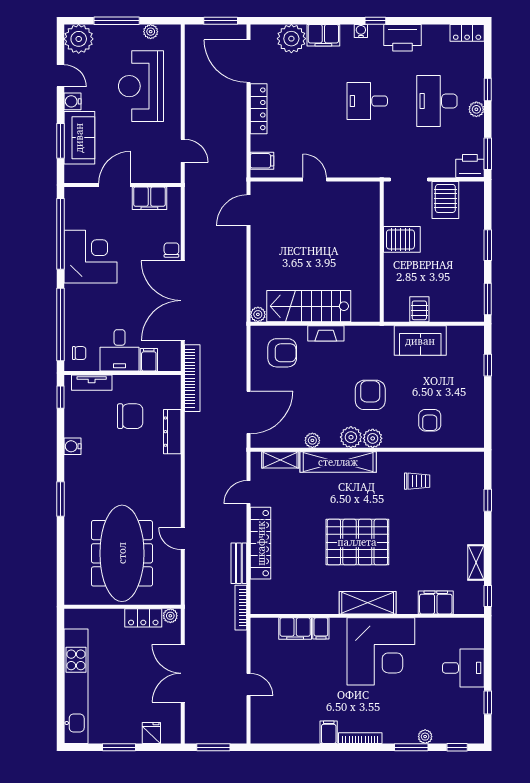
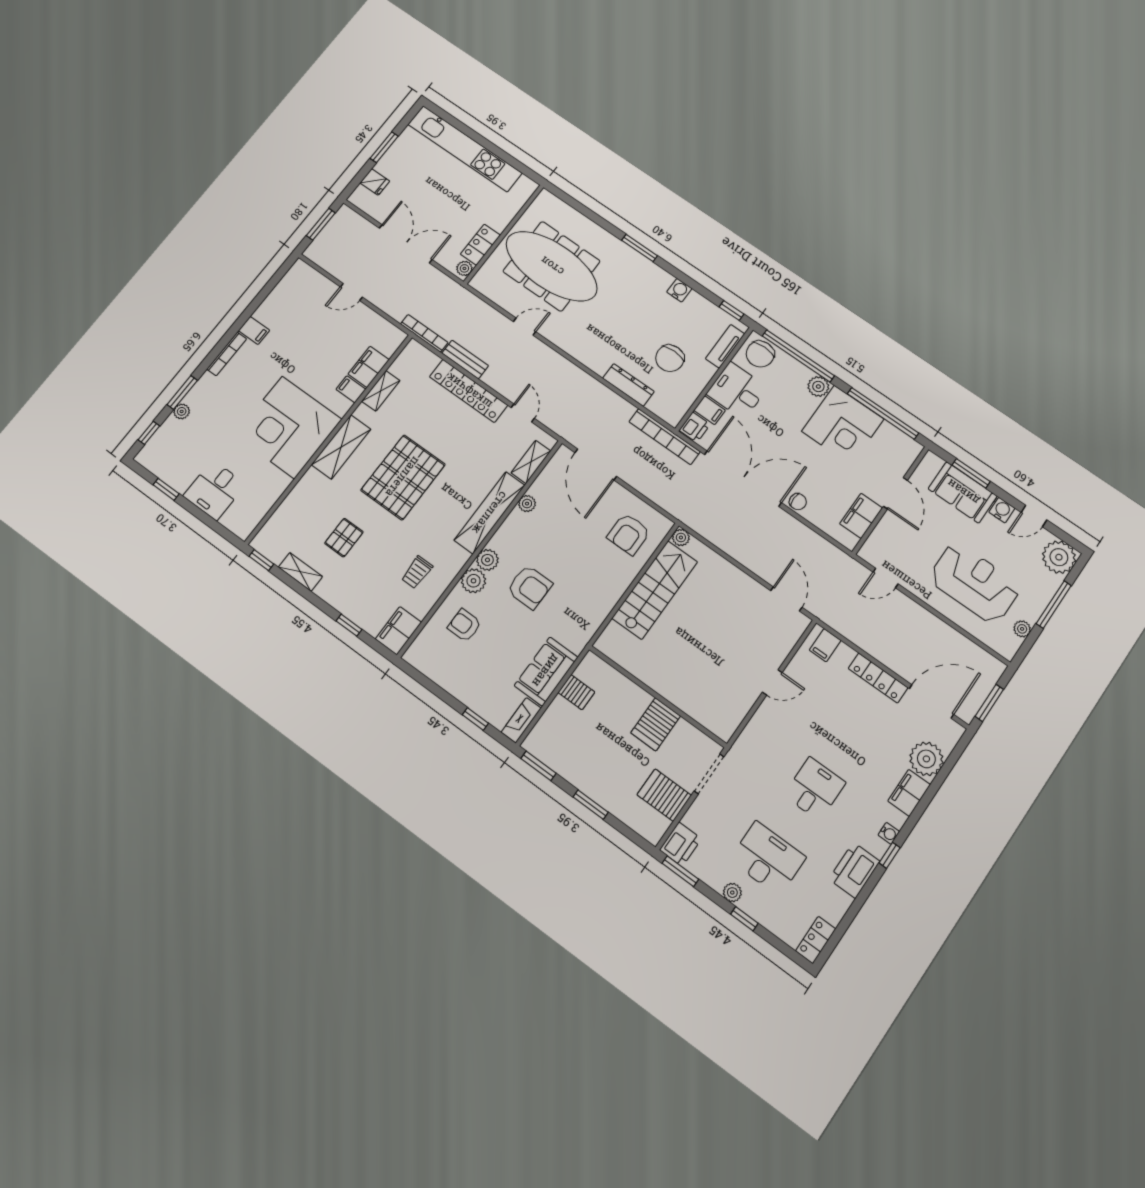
plant: (74, 294) -> (818, 387), added
fireplace: (326, 333) -> (521, 720), moved
chair: (79, 353) -> (760, 354), width x1.87, depth x1.87
printer: (169, 362) -> (695, 427), added
plant: (351, 437) -> (474, 581), moved
pallet: (430, 551) -> (344, 538), added
filing cabinet: (436, 602) -> (398, 631), moved, turned 180
shelving: (306, 606) -> (381, 391), added

